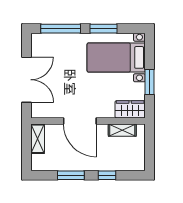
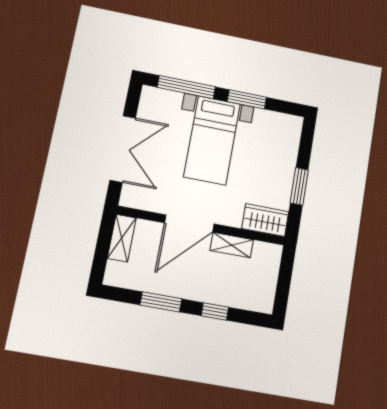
bed with nightstands: (116, 57) -> (212, 140), moved, turned -90
door: (80, 121) -> (189, 223), hinge flipped
shelving: (122, 130) -> (232, 245), moved

